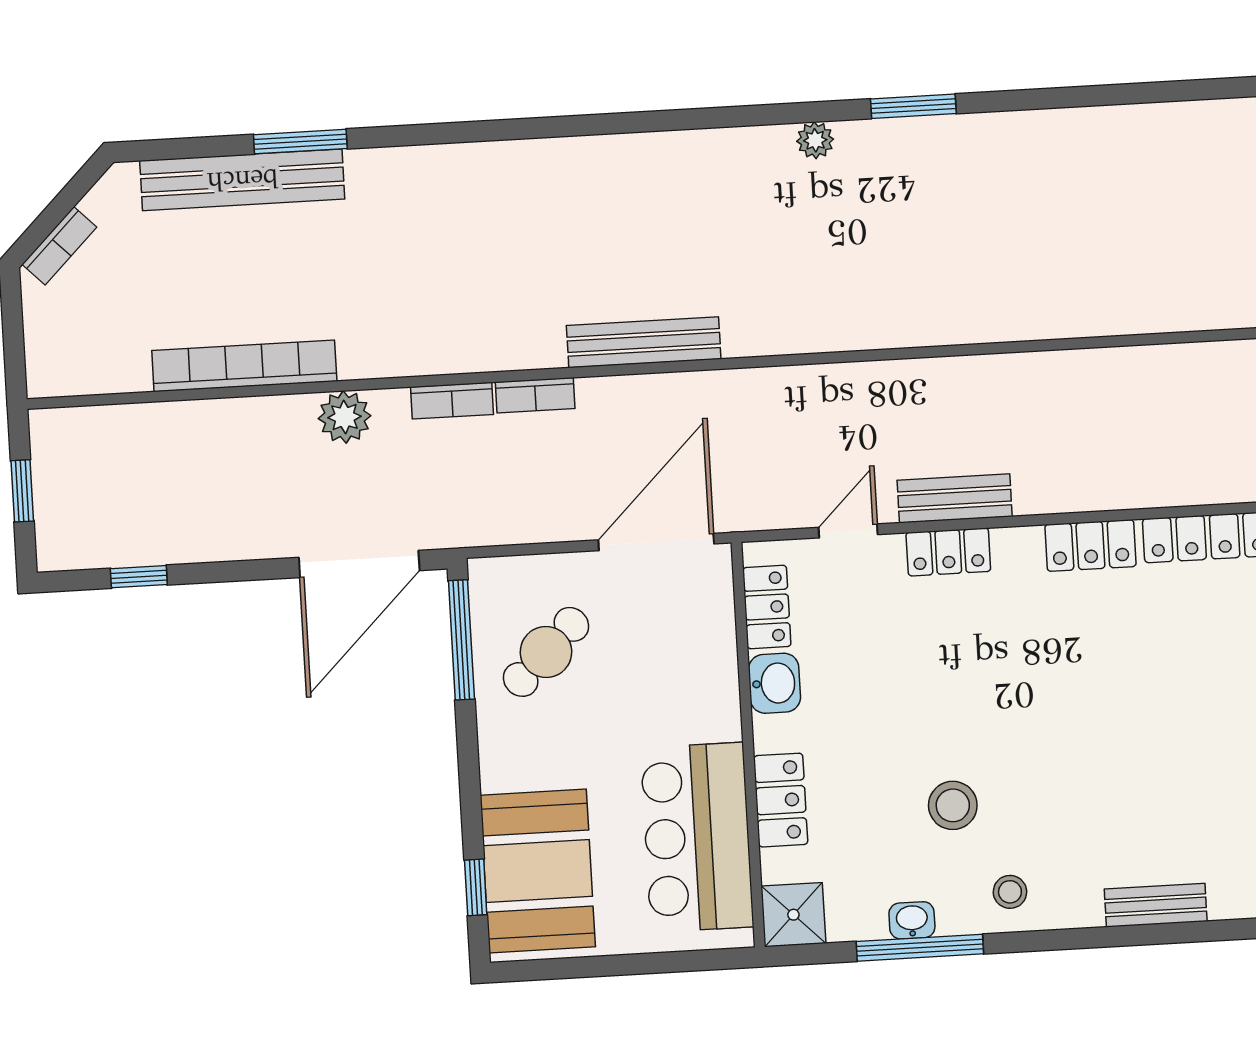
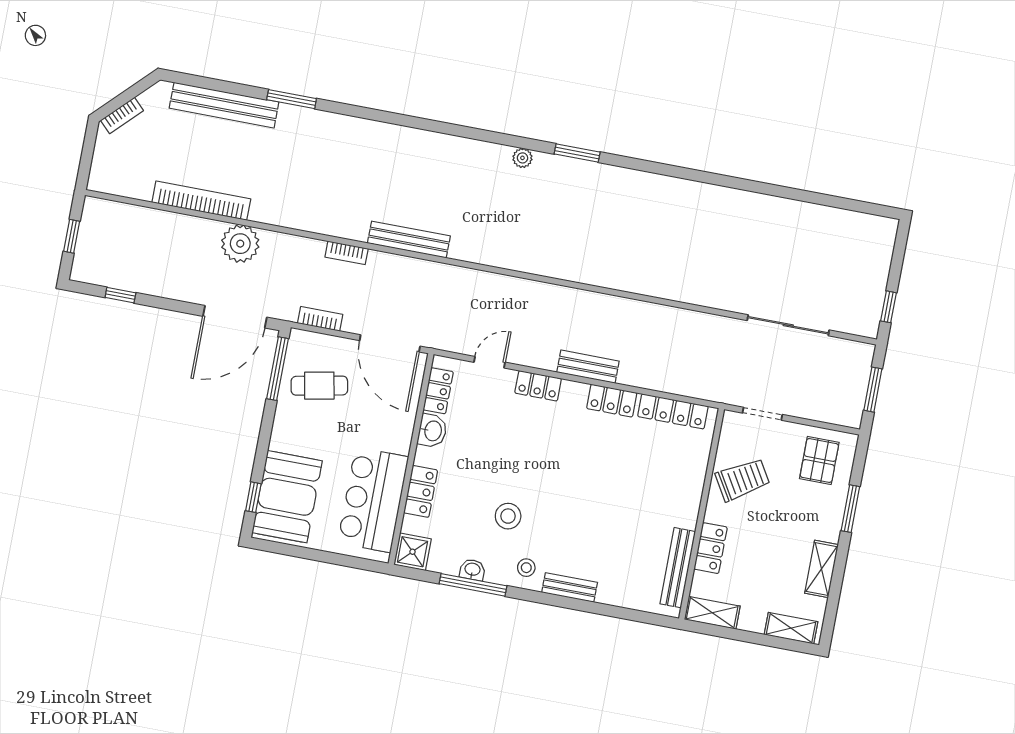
window: (300, 142) -> (292, 99), moved
bookcase: (452, 401) -> (320, 319), moved, turned 180
plant: (345, 417) -> (240, 244), width x1.36, depth x1.36
bench: (955, 498) -> (588, 367), moved
door: (656, 542) -> (390, 343), swing flipped
cafe table: (546, 652) -> (319, 386), turned 33
bench: (1156, 905) -> (570, 588), moved

